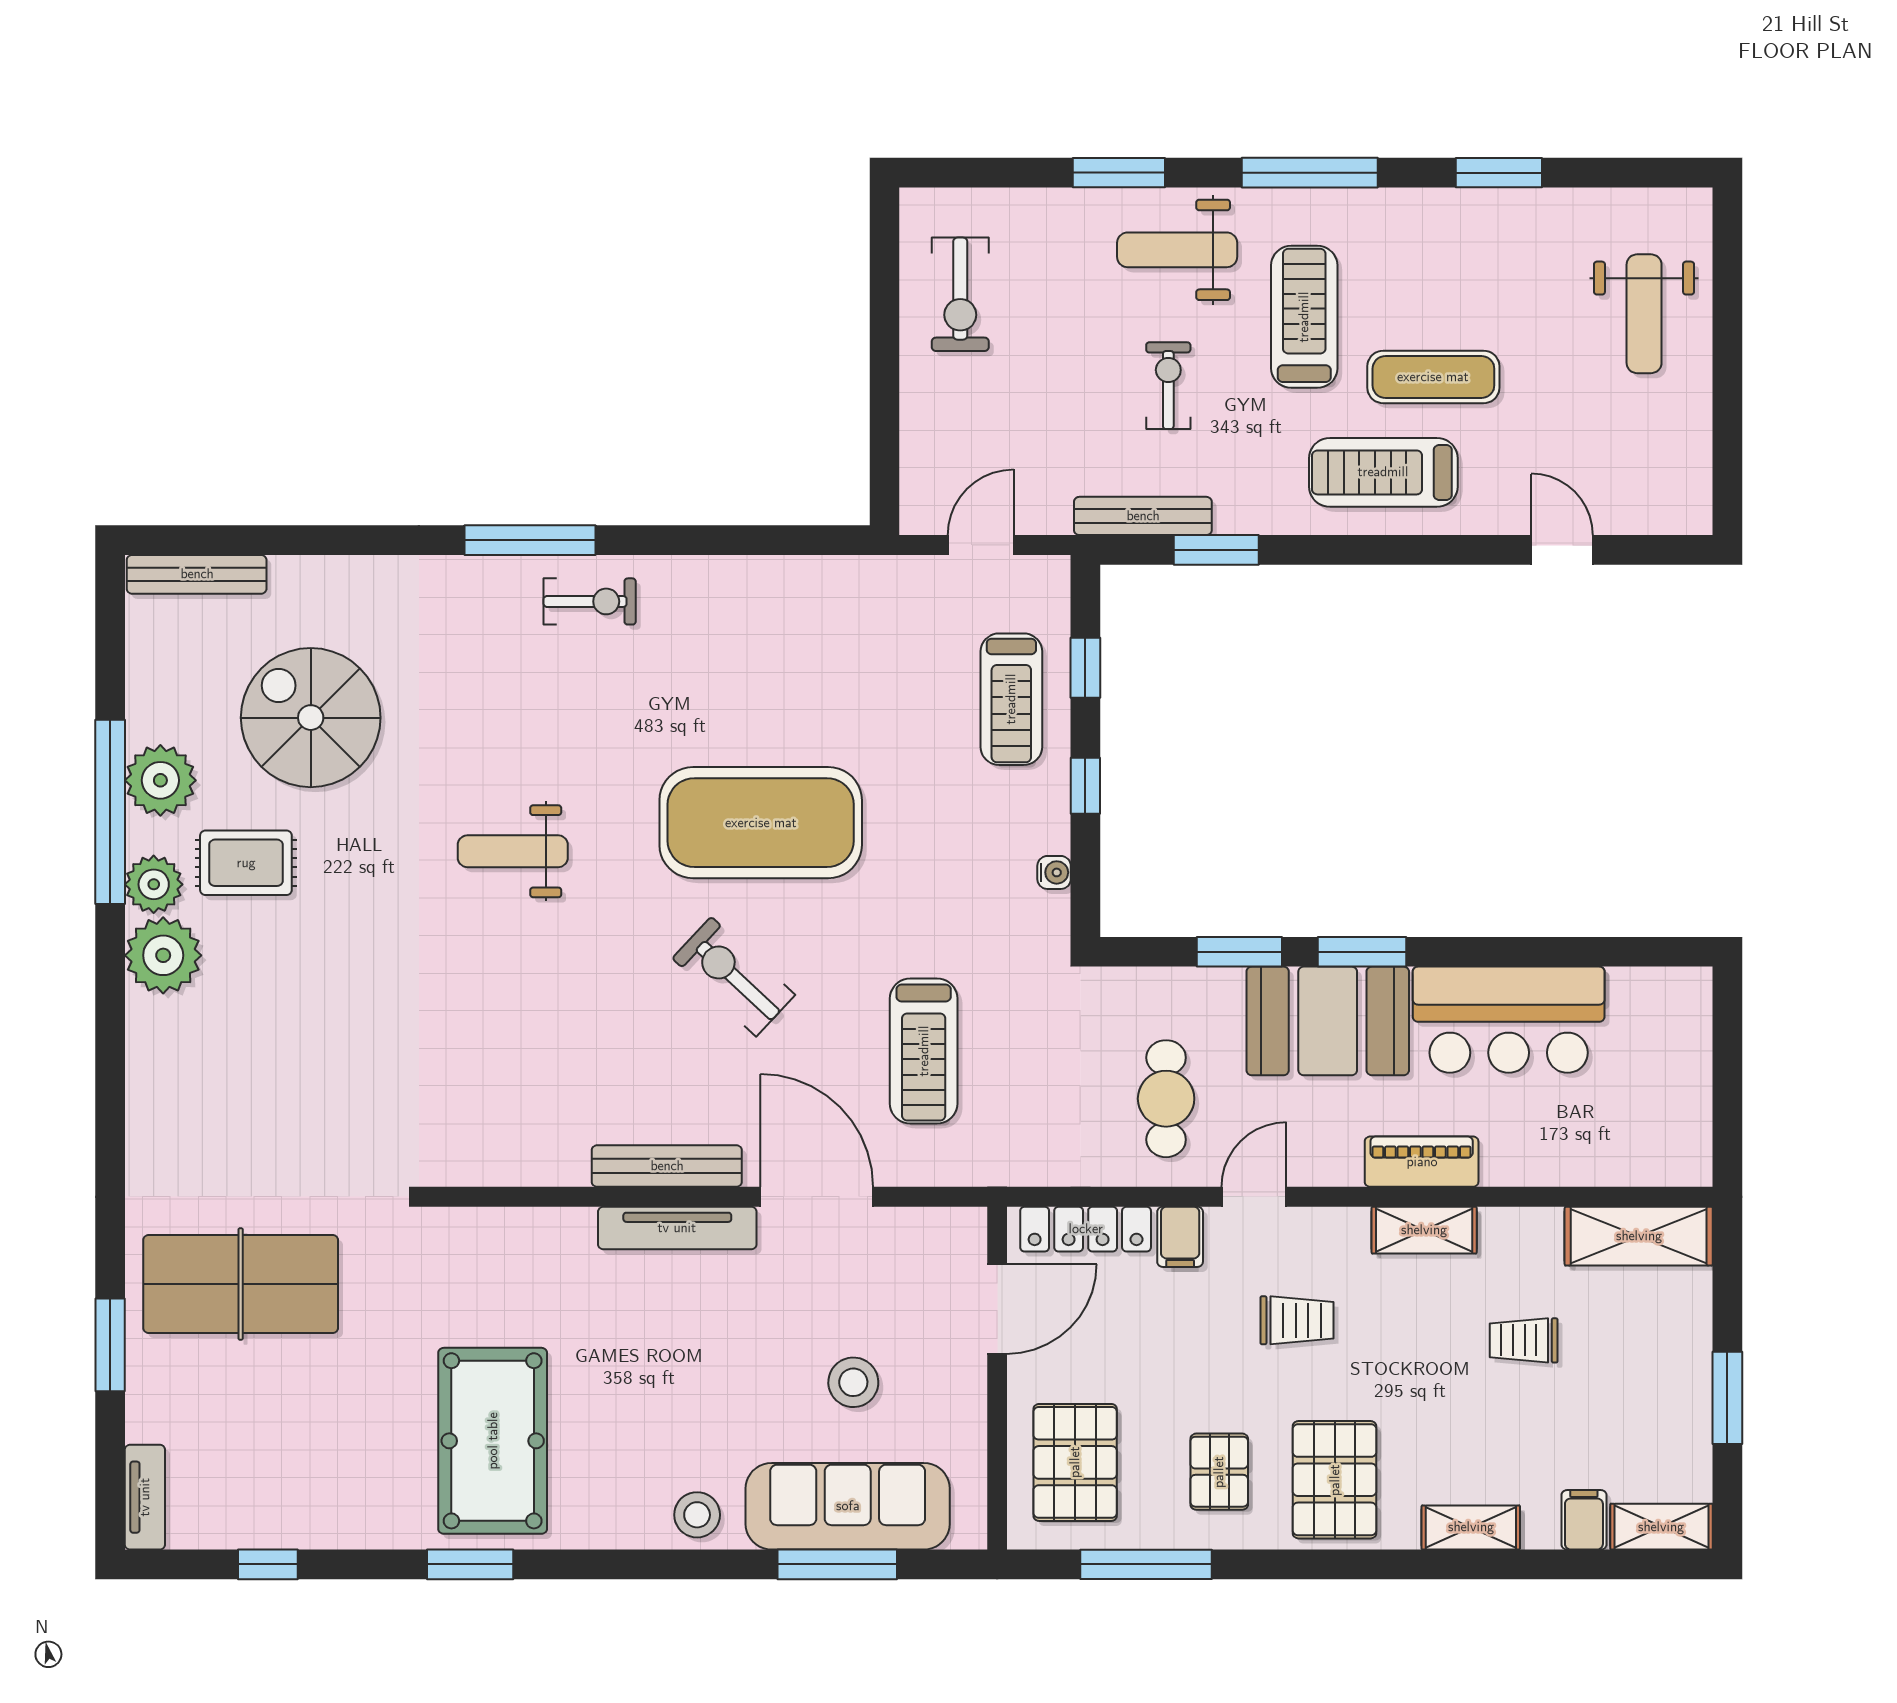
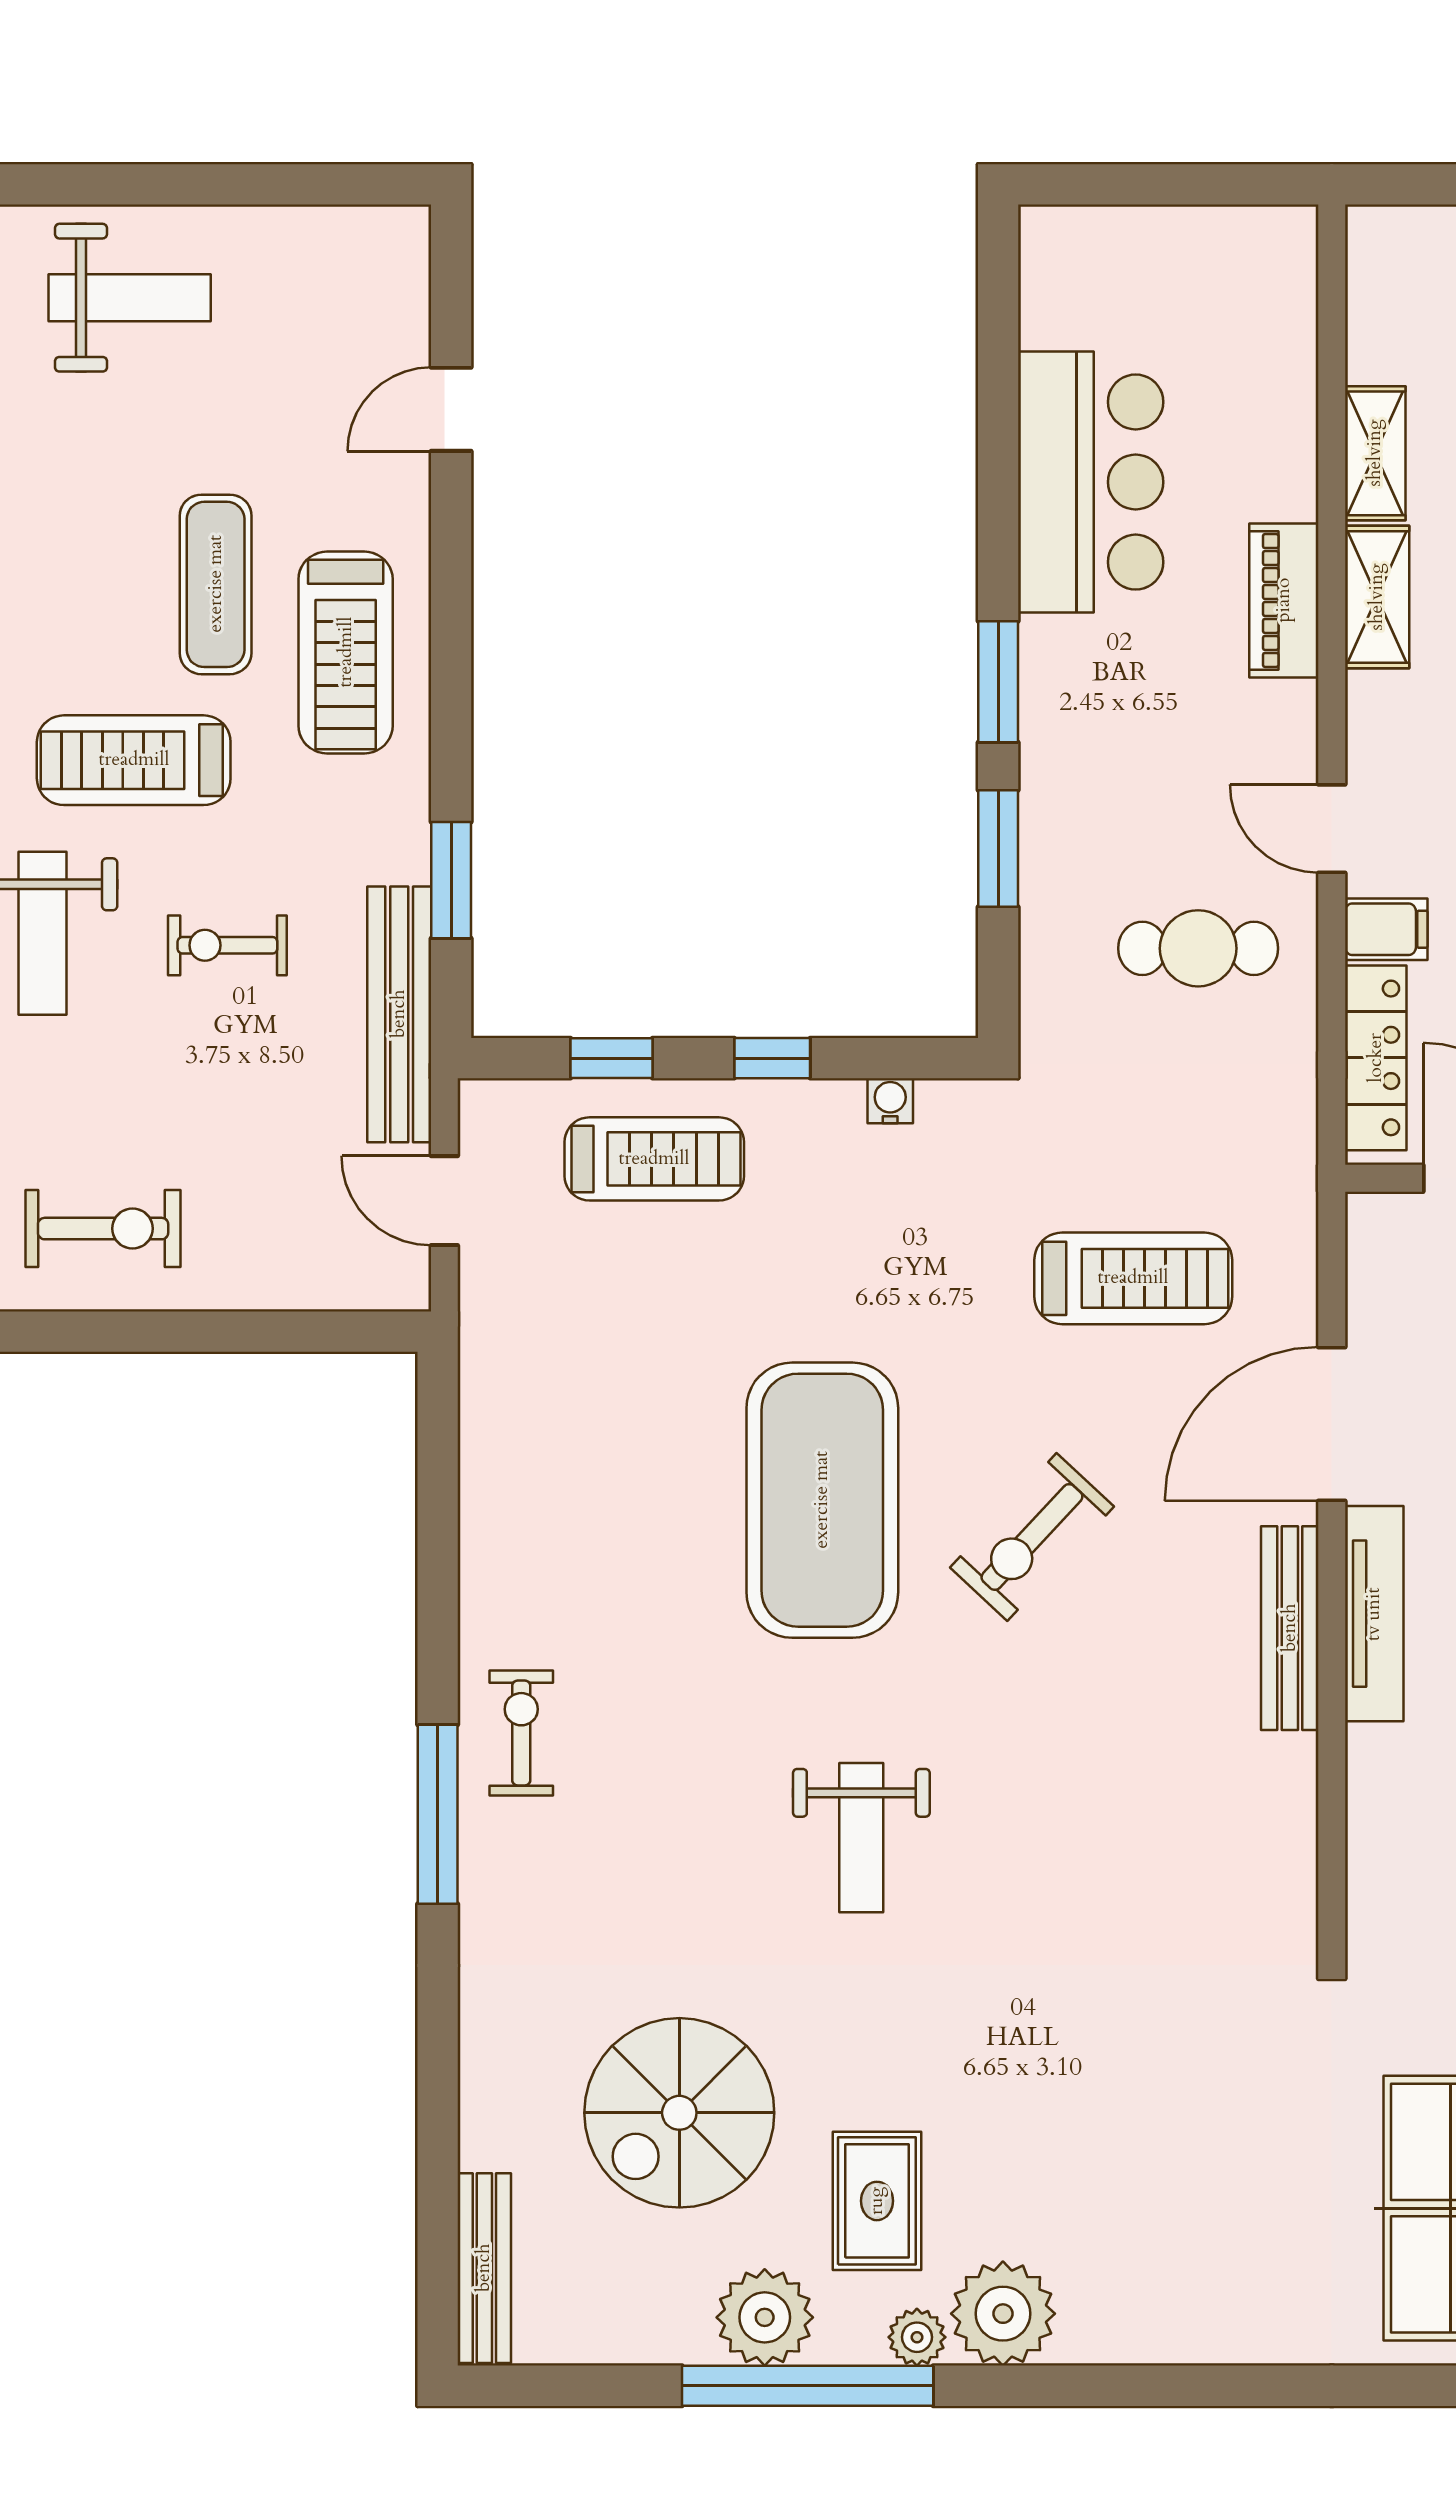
bench: (1143, 516) -> (399, 1014), width x1.37, depth x1.21
plant: (154, 884) -> (917, 2337), width x0.73, depth x0.73
booth: (1328, 1021) -> (1092, 728), removed
shelving: (1639, 1236) -> (1375, 453), moved, width x0.67, depth x0.75

